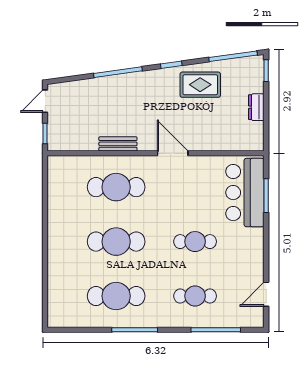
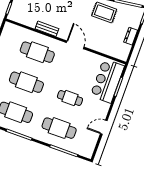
door: (266, 294) -> (104, 127), moved
cafe table: (195, 296) -> (59, 128), width x1.37, depth x1.35

